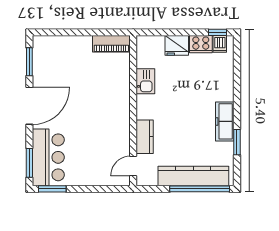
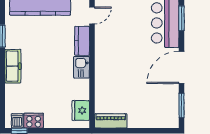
fridge: (177, 45) -> (81, 110), moved, turned -90
kitchen sink: (145, 81) -> (81, 67), moved
freezer: (225, 121) -> (13, 66), moved

